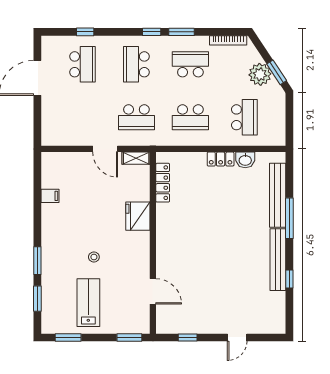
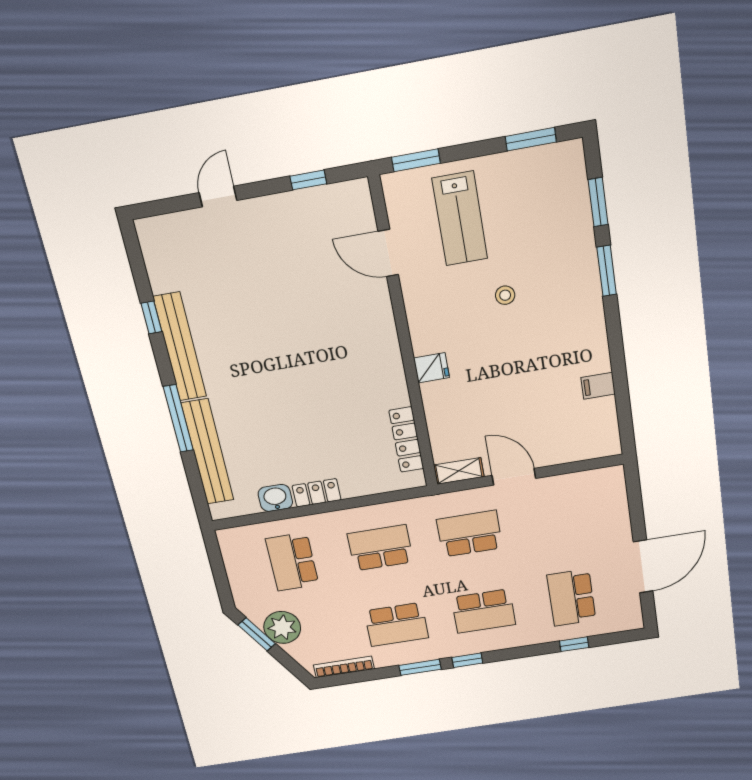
school desk: (136, 64) -> (483, 611), turned 90
fridge: (138, 216) -> (431, 368), width x0.53, depth x0.75
lab bench: (88, 303) -> (460, 219), moved

